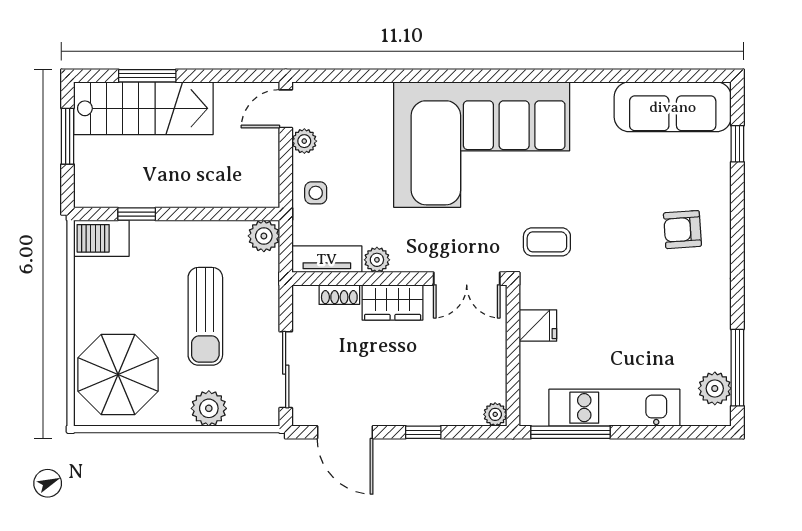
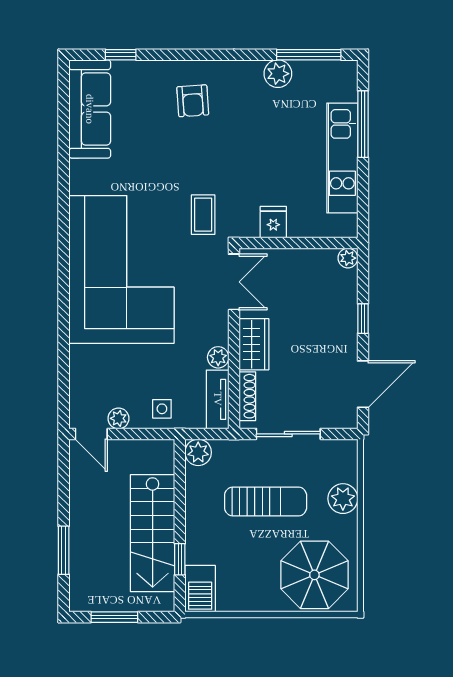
stairs: (143, 108) -> (153, 533), moved, turned 180
shoe rack: (339, 295) -> (247, 396), width x1.43
sliding door: (286, 370) -> (288, 434), moved
plant: (715, 388) -> (278, 74), moved
window: (570, 432) -> (363, 124), moved

